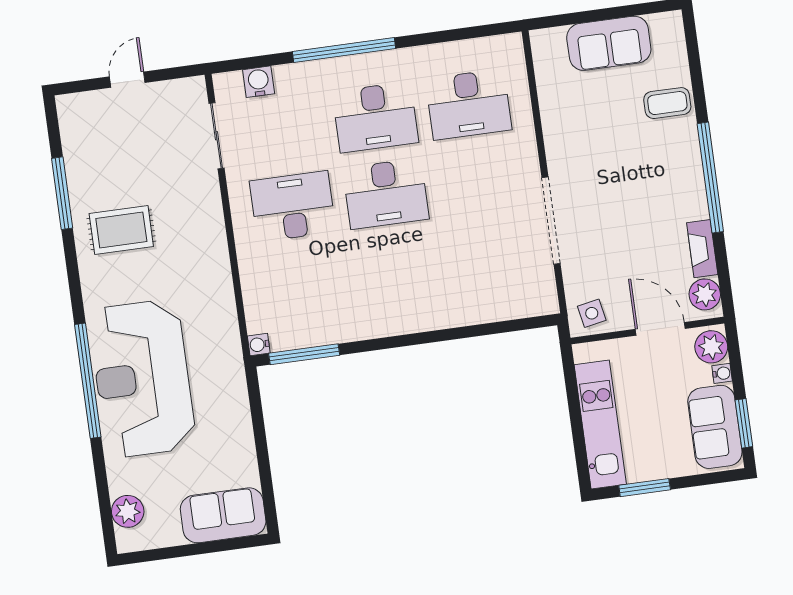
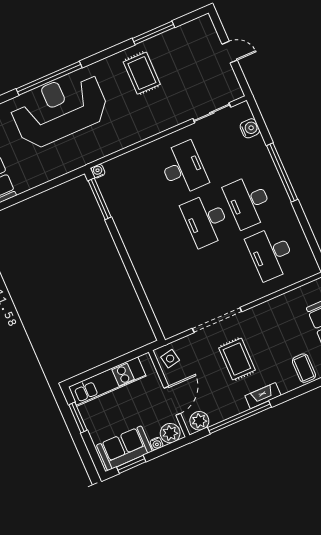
window: (710, 178) -> (240, 417), moved
rug: (623, 206) -> (237, 359), added
fireplace: (702, 249) -> (263, 396), moved

